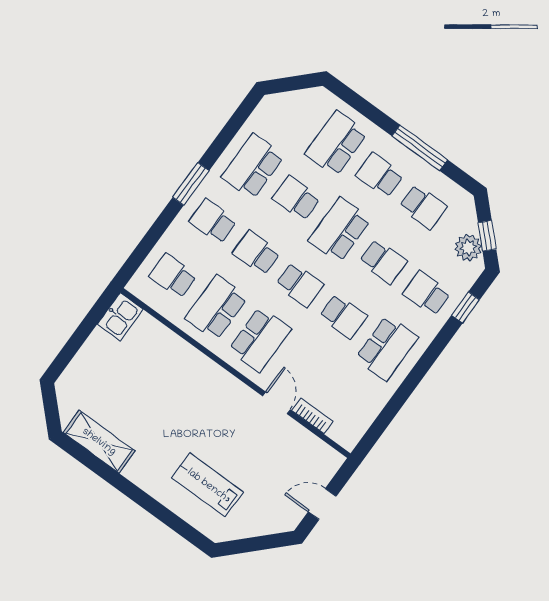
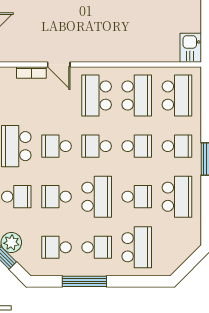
school desk: (173, 276) -> (177, 96), width x1.85

